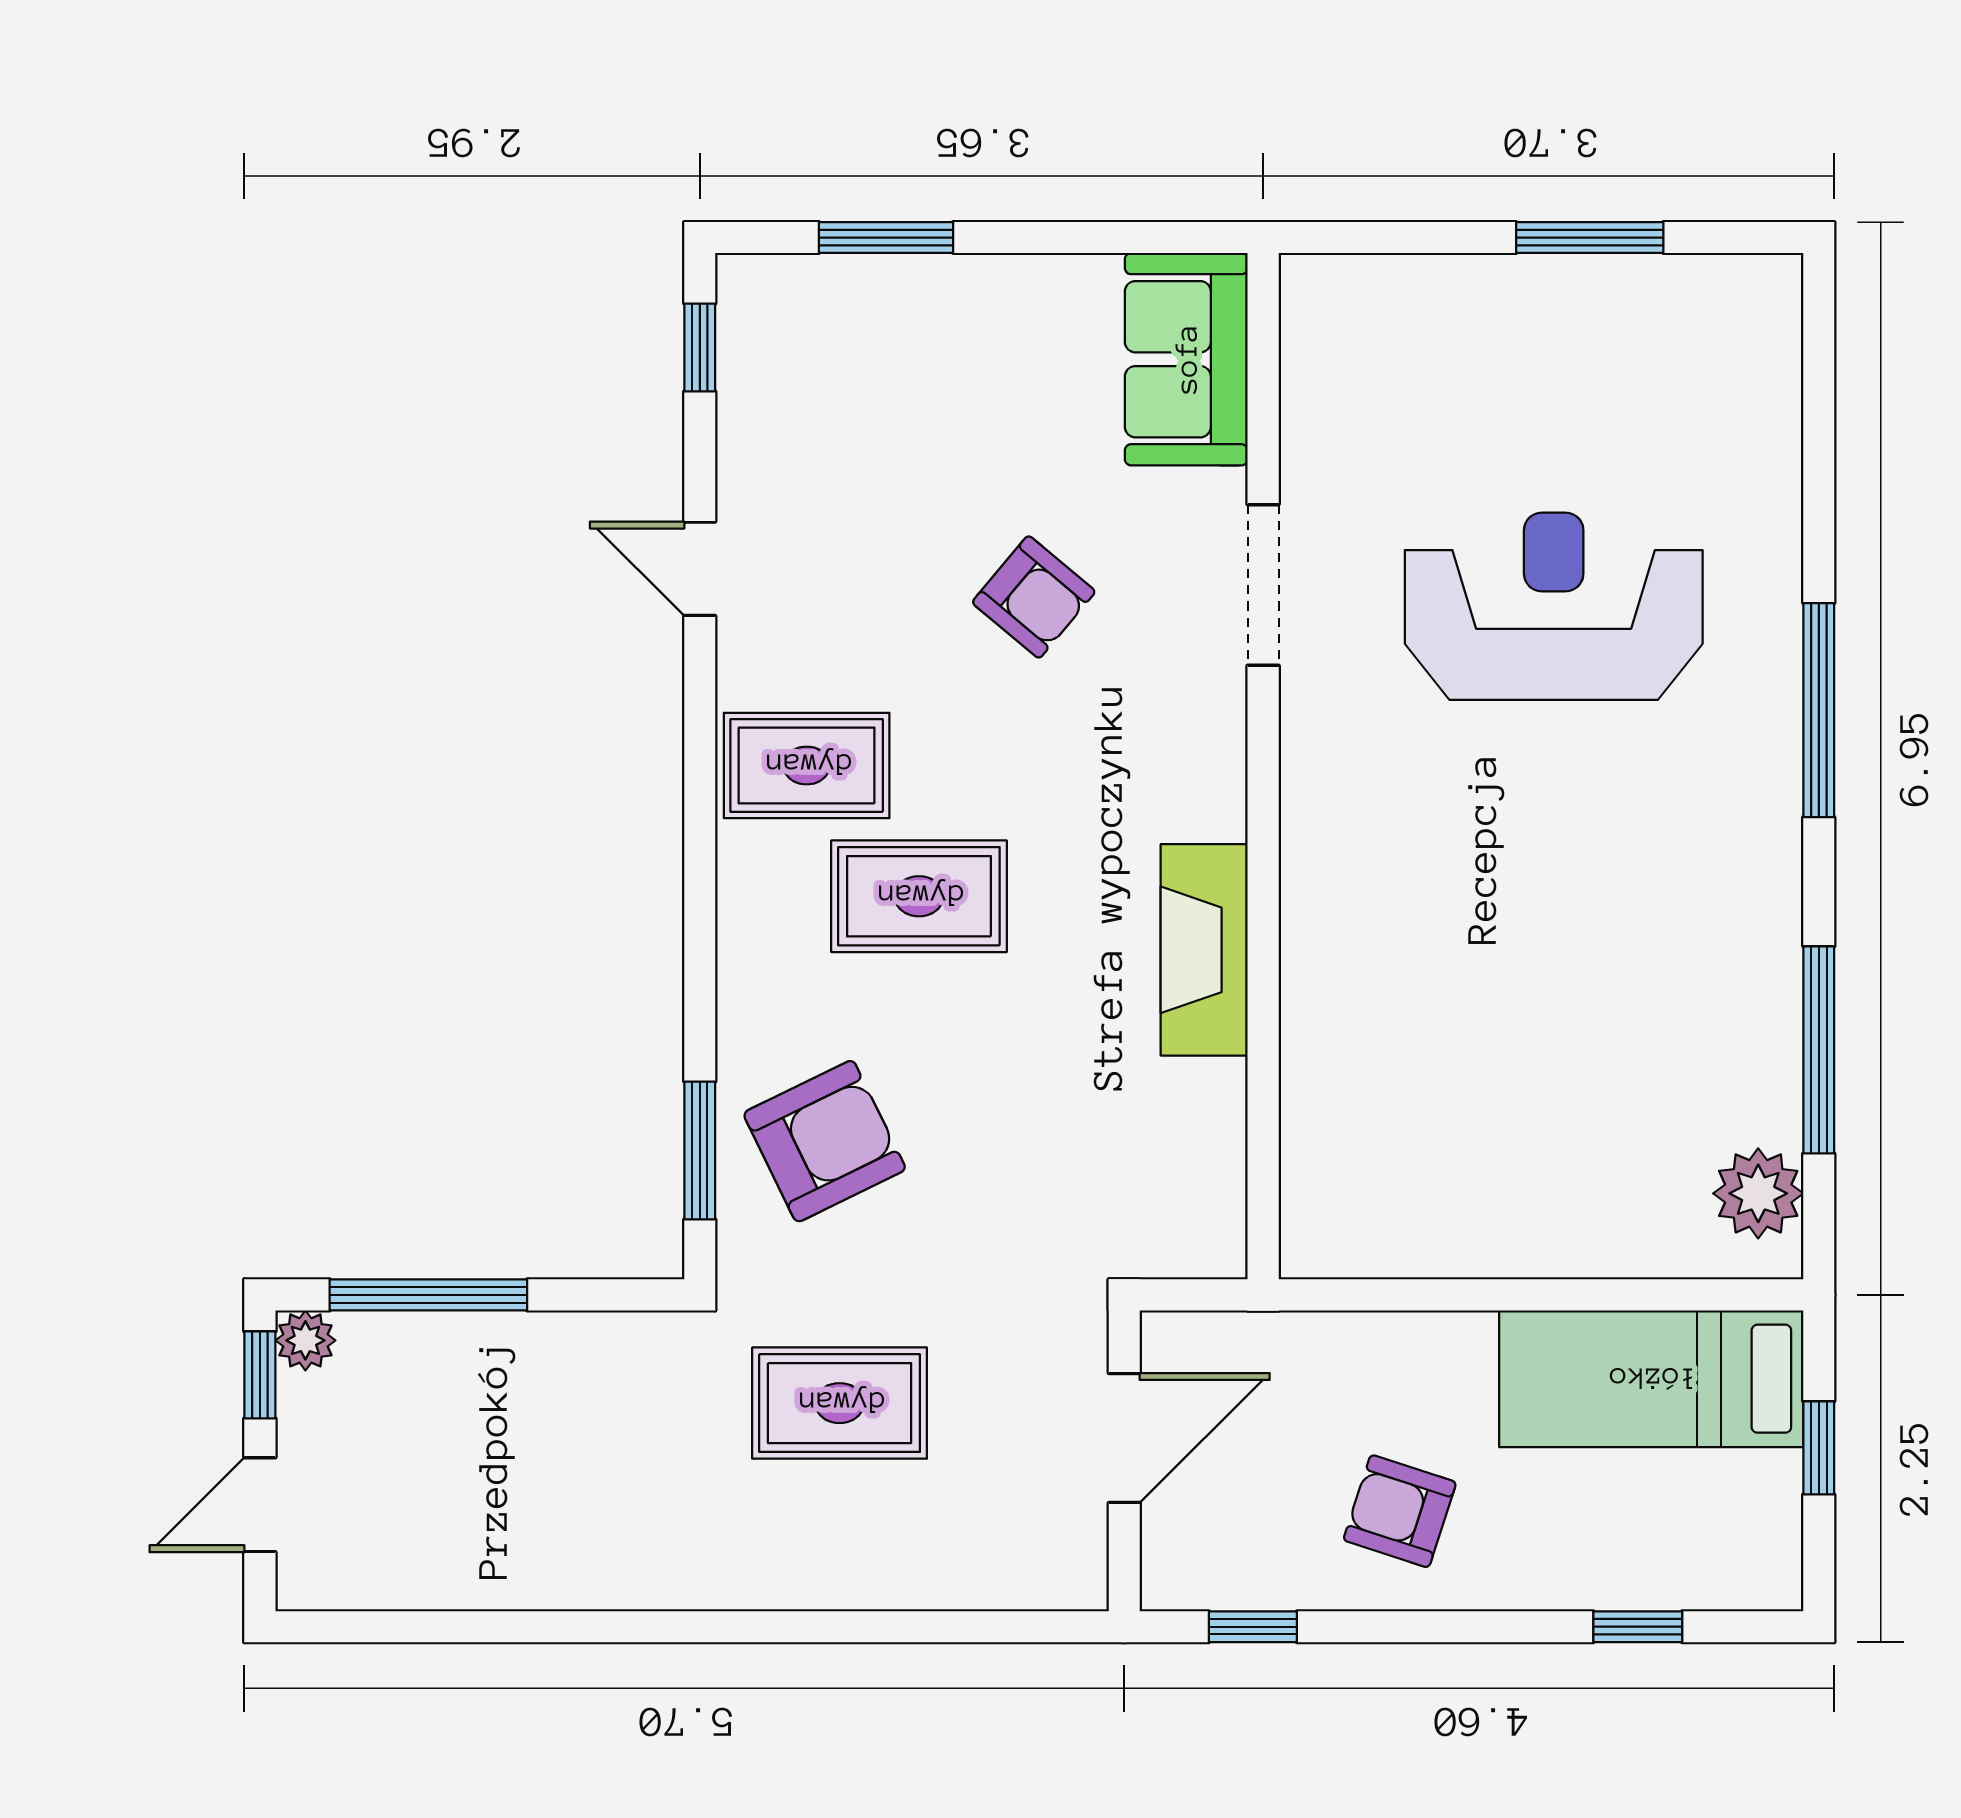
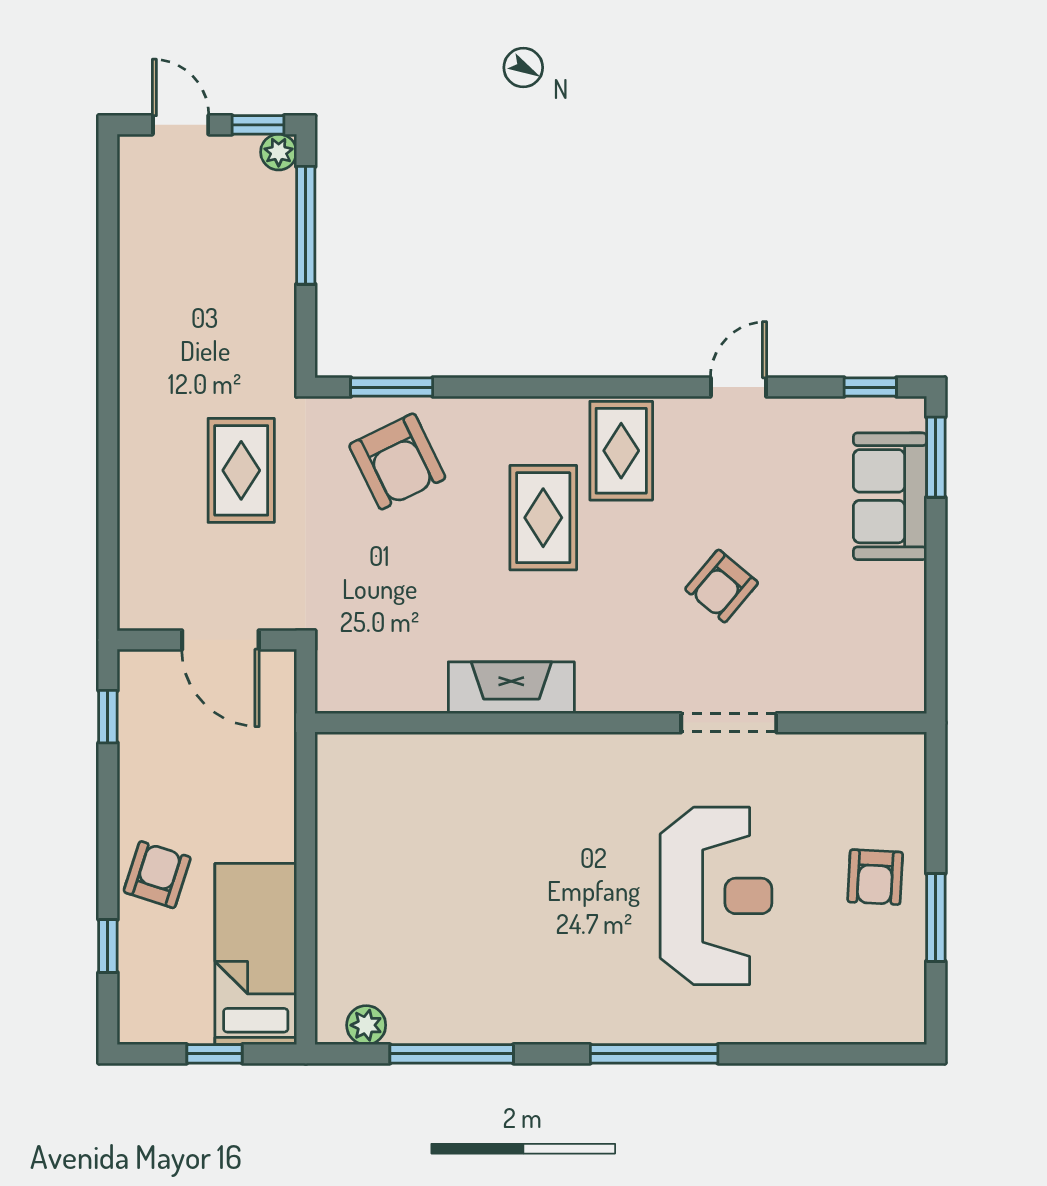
window: (886, 238) -> (936, 457), moved
armchair: (1522, 339) -> (875, 877), added
sofa: (1186, 359) -> (890, 496), moved, turned -90
plant: (1758, 1193) -> (366, 1025), width x0.73, depth x0.73
armchair: (1400, 1511) -> (157, 875), moved

